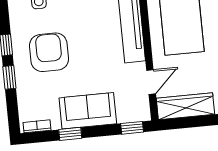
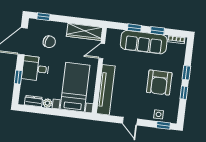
sofa: (88, 111) -> (144, 42), width x1.36
window: (132, 128) -> (134, 28), moved

